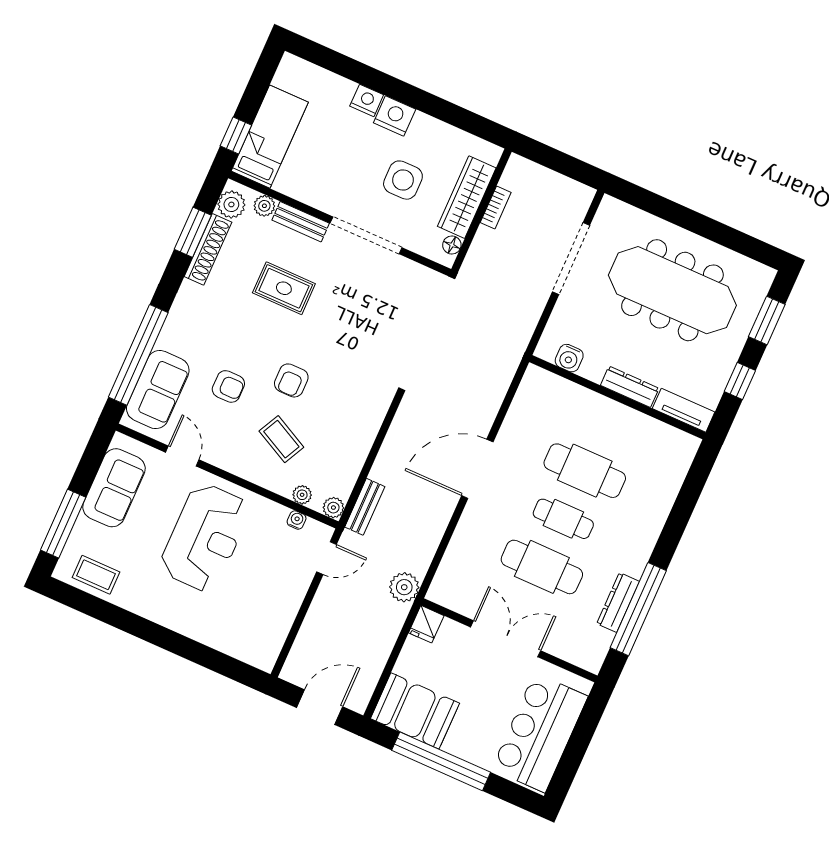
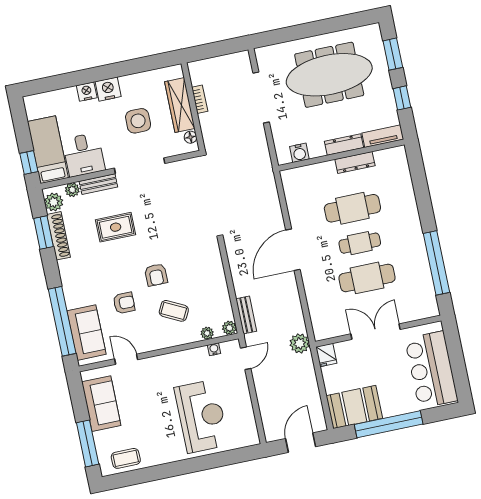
desk: (308, 174) -> (84, 155), added
reception desk: (205, 537) -> (202, 416), moved
dresser: (618, 602) -> (355, 162), moved, turned -90

